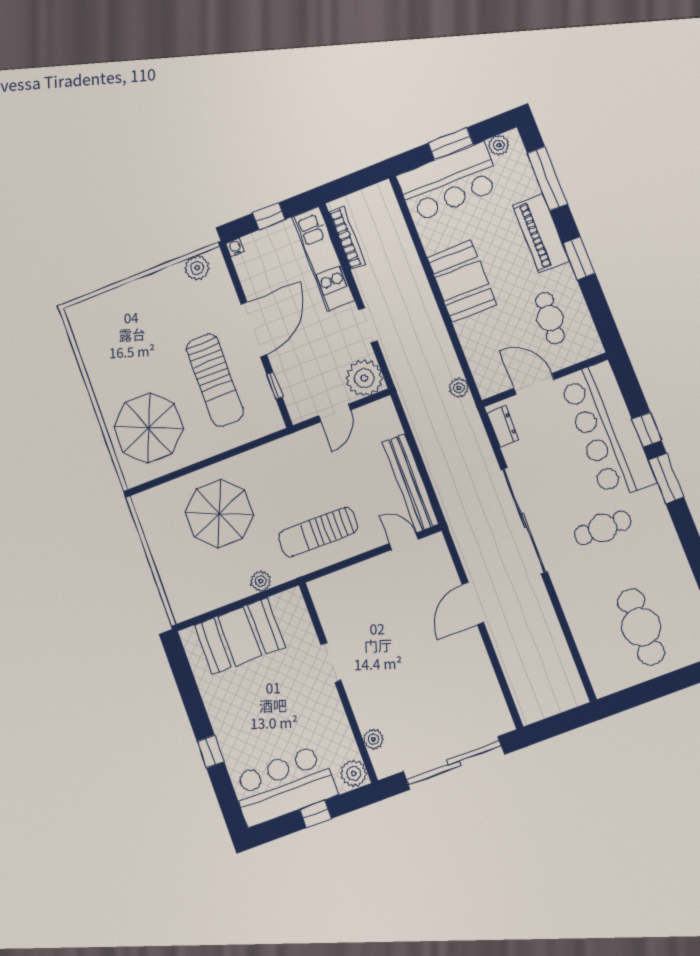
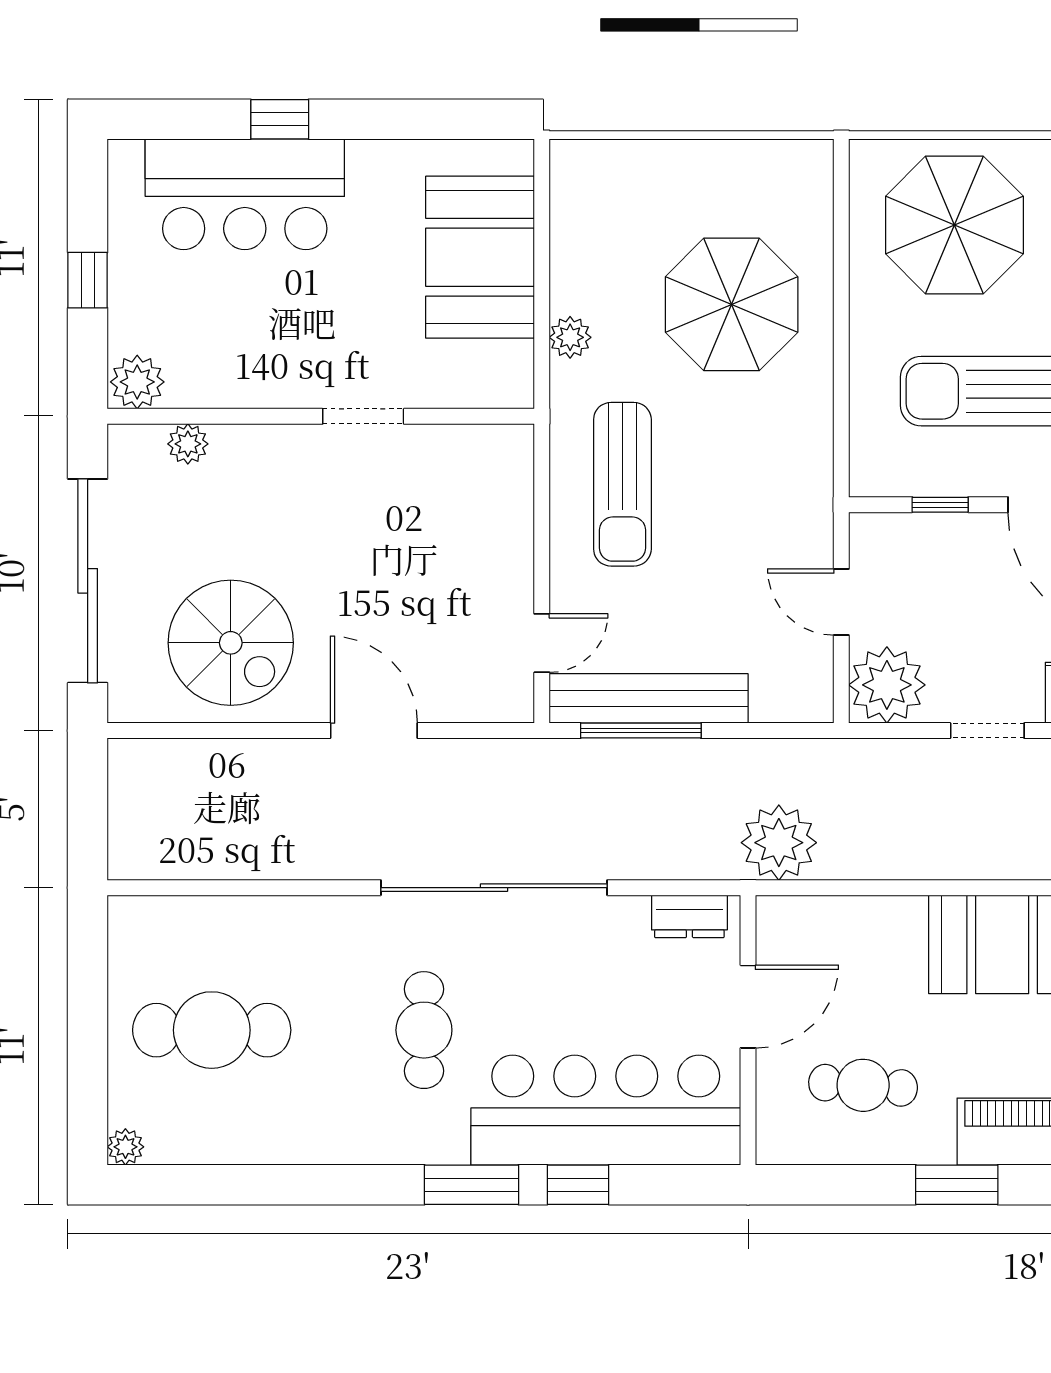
plant: (459, 388) -> (779, 843), width x1.88, depth x1.88
window: (427, 481) -> (641, 731), added
sun lounger: (318, 532) -> (622, 484), turned 180
spiral stairs: (457, 685) -> (231, 643), added
bar counter: (284, 786) -> (245, 194), moved, turned 90

